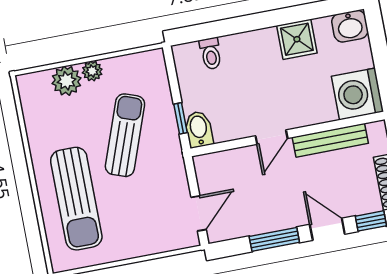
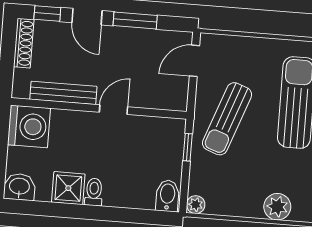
toilet: (211, 54) -> (94, 192), moved
plant: (92, 71) -> (196, 205), moved
bidet: (199, 129) -> (167, 196), moved, turned 180
sun lounger: (125, 135) -> (227, 119), moved

